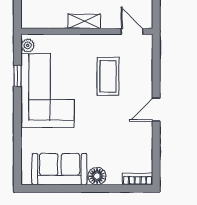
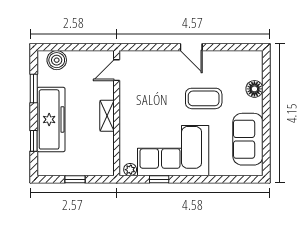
coffee table: (108, 76) -> (204, 98), moved
floor lamp: (97, 176) -> (254, 89), moved
bookcase: (138, 179) -> (257, 65), removed

